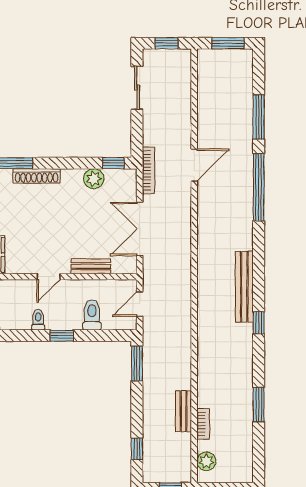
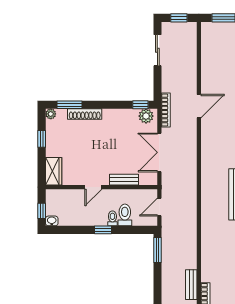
plant: (94, 179) -> (146, 116), moved
toilet: (38, 320) -> (112, 218), moved

